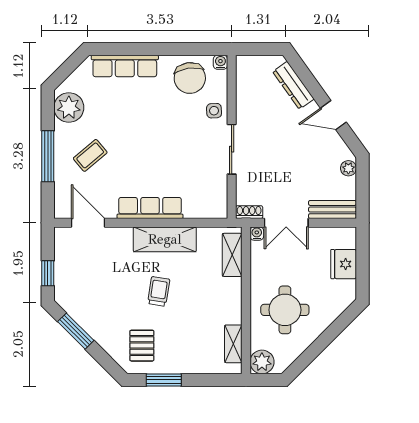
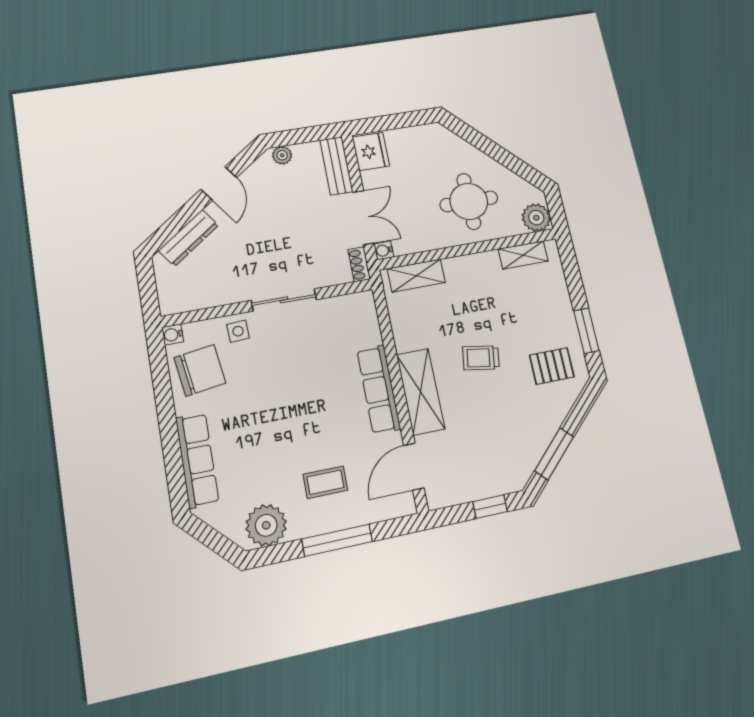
coffee table: (90, 155) -> (325, 482), turned -50
shelving: (165, 239) -> (421, 392), moved
fridge: (344, 264) -> (371, 151), moved, turned -90

